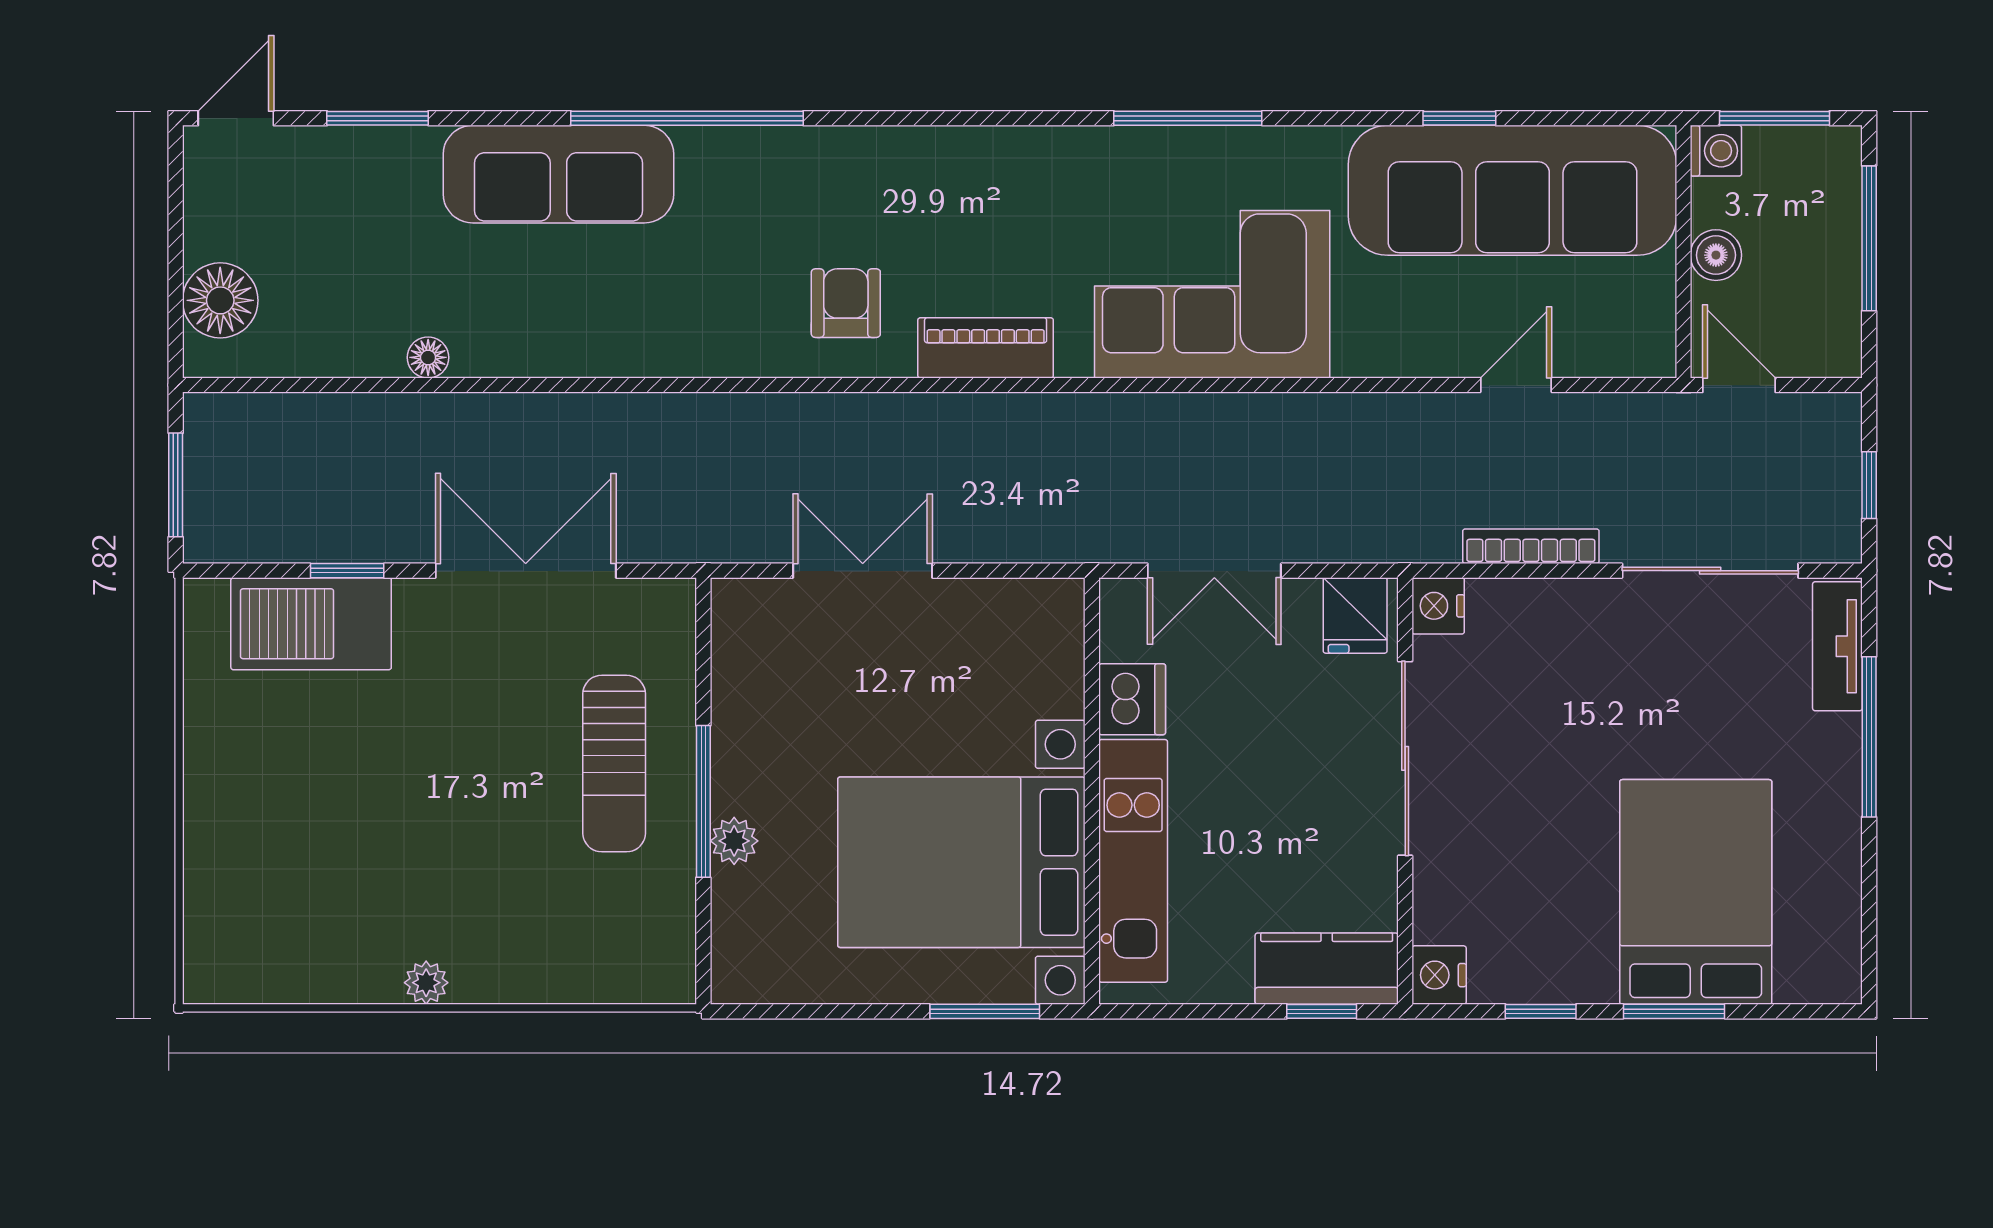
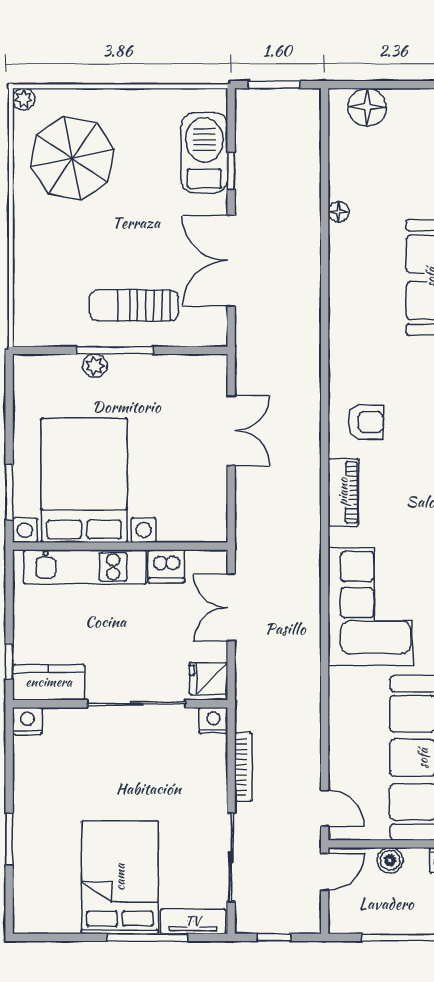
door: (1516, 385) -> (325, 808), moved
double door: (526, 571) -> (231, 261), swing flipped
parasol: (322, 886) -> (72, 158), added
bed: (1696, 892) -> (120, 877), moved, turned -90
kitchen counter: (1327, 969) -> (49, 682), moved, turned -90
plant: (426, 983) -> (24, 99), moved
window: (1541, 1011) -> (9, 772), removed

